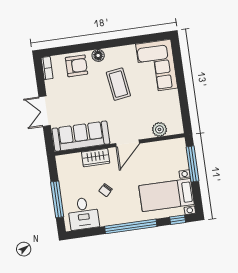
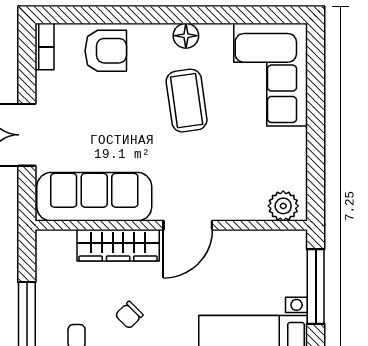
floor lamp: (98, 55) -> (186, 36), moved
plant: (159, 129) -> (283, 206), moved
wardrobe: (96, 158) -> (118, 245), width x1.50

